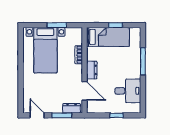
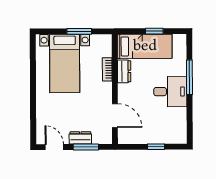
dresser: (92, 70) -> (124, 71), moved
desk: (128, 91) -> (170, 92), moved
dresser: (72, 108) -> (80, 138), moved

